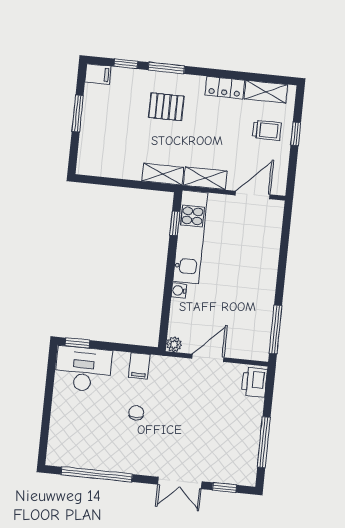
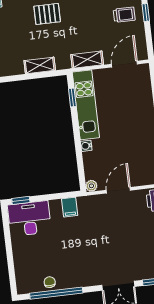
shelving: (163, 174) -> (40, 65), moved
chair: (136, 413) -> (50, 282), moved

